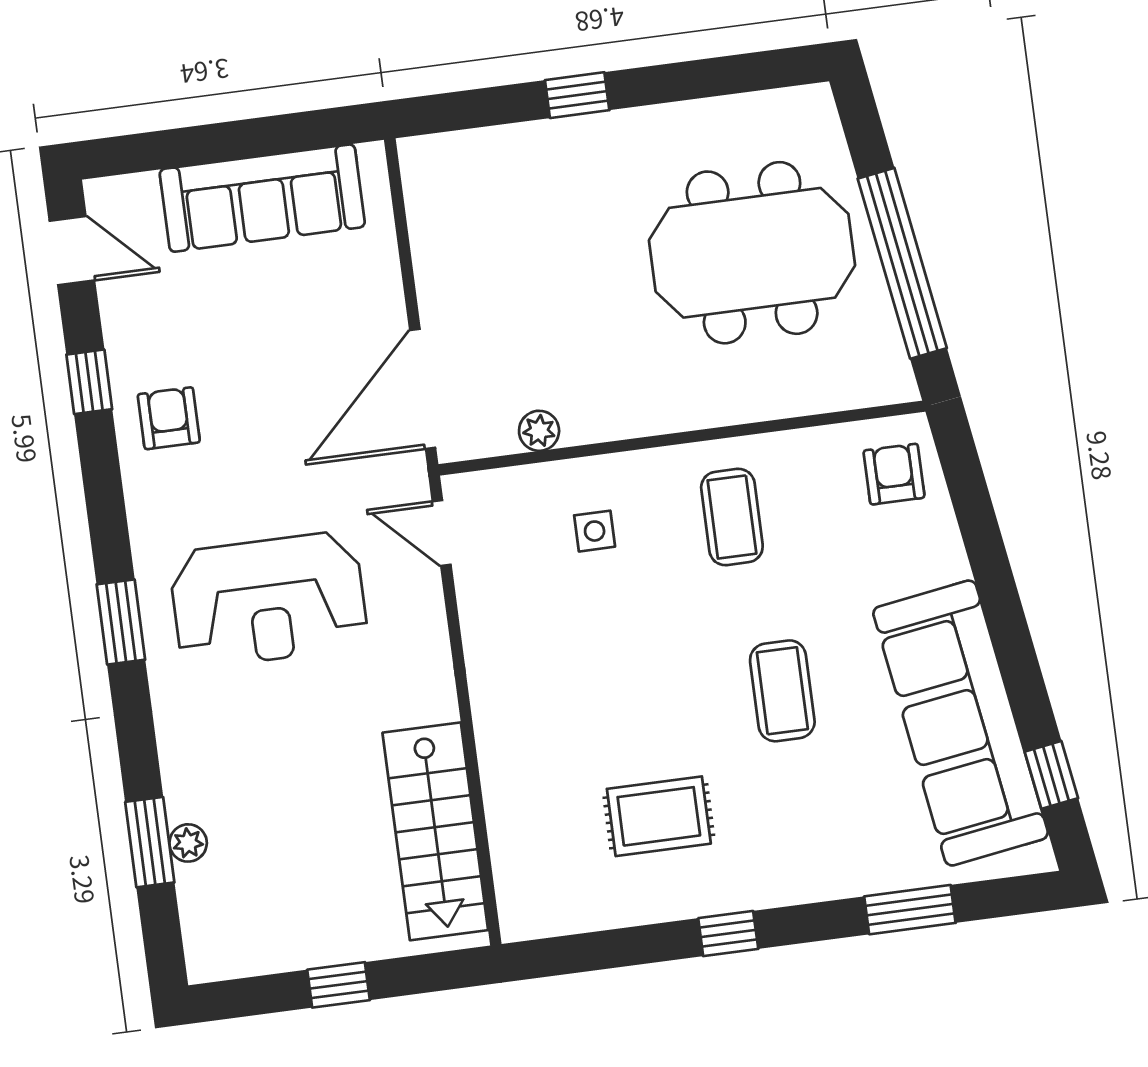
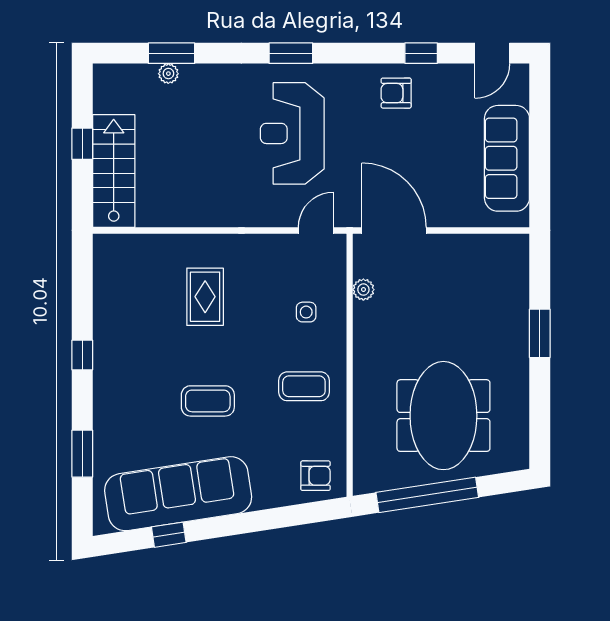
window: (577, 95) -> (540, 333), width x1.50
armchair: (169, 418) -> (396, 93), turned 180
window: (1051, 775) -> (169, 535), moved
rug: (659, 816) -> (205, 297), moved
stairs: (435, 831) -> (114, 171), moved, turned 90

